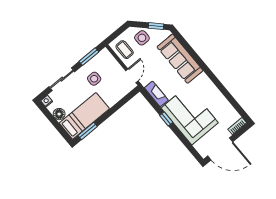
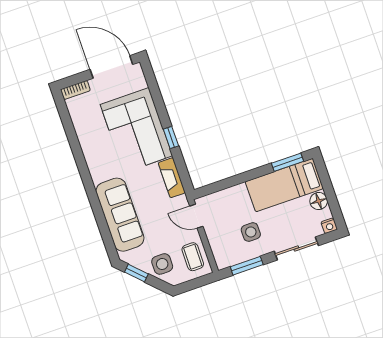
door: (132, 76) -> (196, 216), hinge flipped

